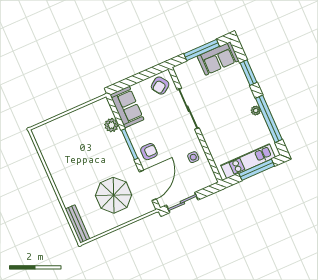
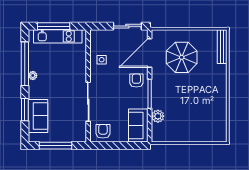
sofa: (218, 58) -> (38, 116), moved, turned 90
armchair: (160, 86) -> (103, 131), turned -55
armchair: (149, 152) -> (136, 81), turned 90

